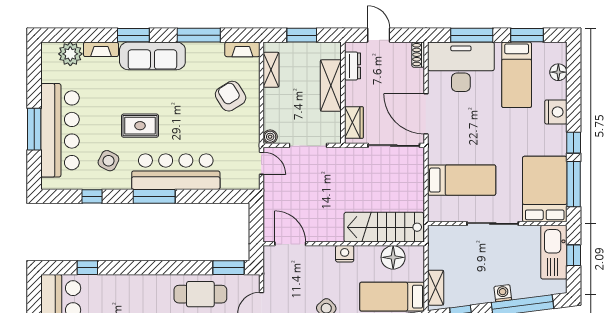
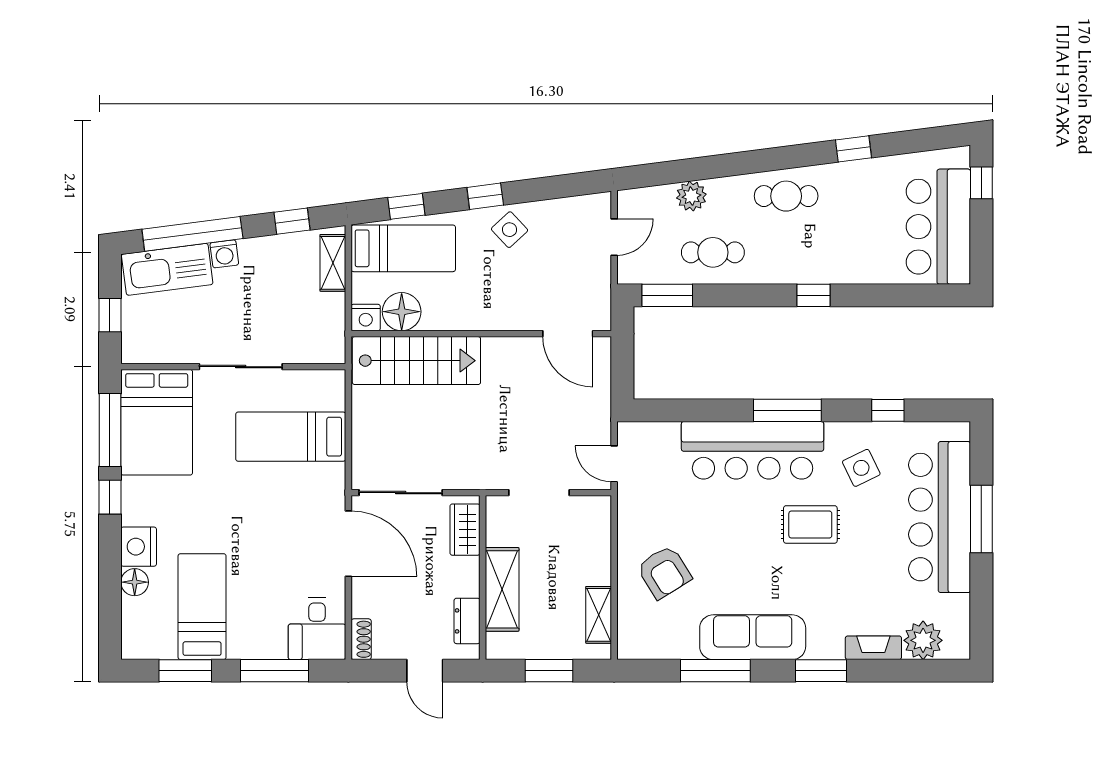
fireplace: (242, 49) -> (645, 648), removed
sofa: (152, 56) -> (753, 637), moved
desk: (461, 67) -> (317, 629), width x0.53, depth x0.77
floor lamp: (558, 72) -> (135, 582), moved
boiler: (270, 137) -> (600, 507), removed
side table: (108, 161) -> (861, 468), turned 37
kitchen sink: (554, 252) -> (167, 269), moved, turned 83
nightstand: (345, 254) -> (366, 318), moved
window: (87, 268) -> (813, 295), moved
cafe table: (200, 294) -> (713, 252), width x0.73, depth x0.74

